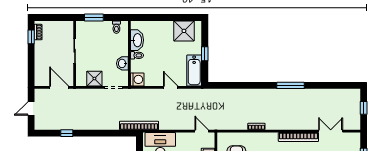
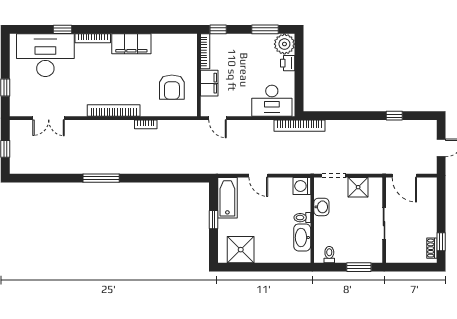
bookcase: (298, 137) -> (114, 110), moved

